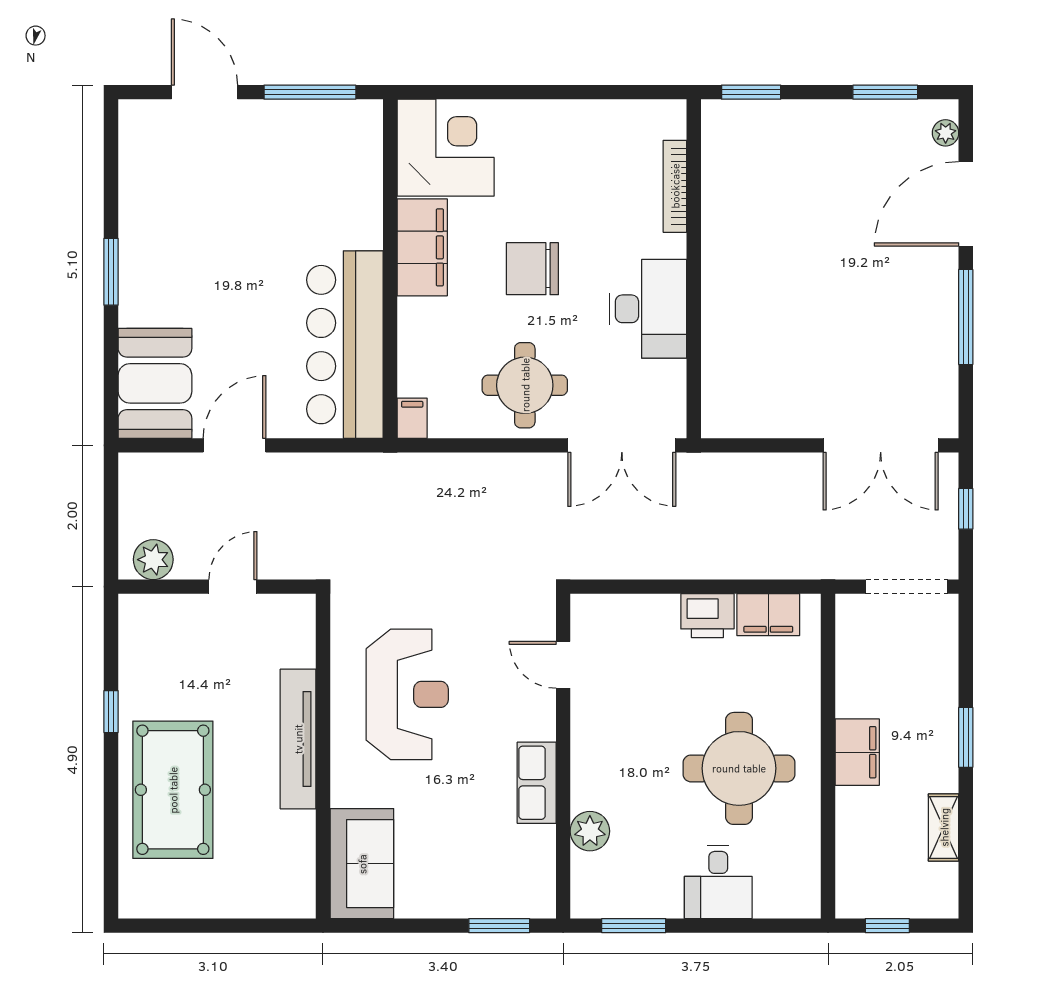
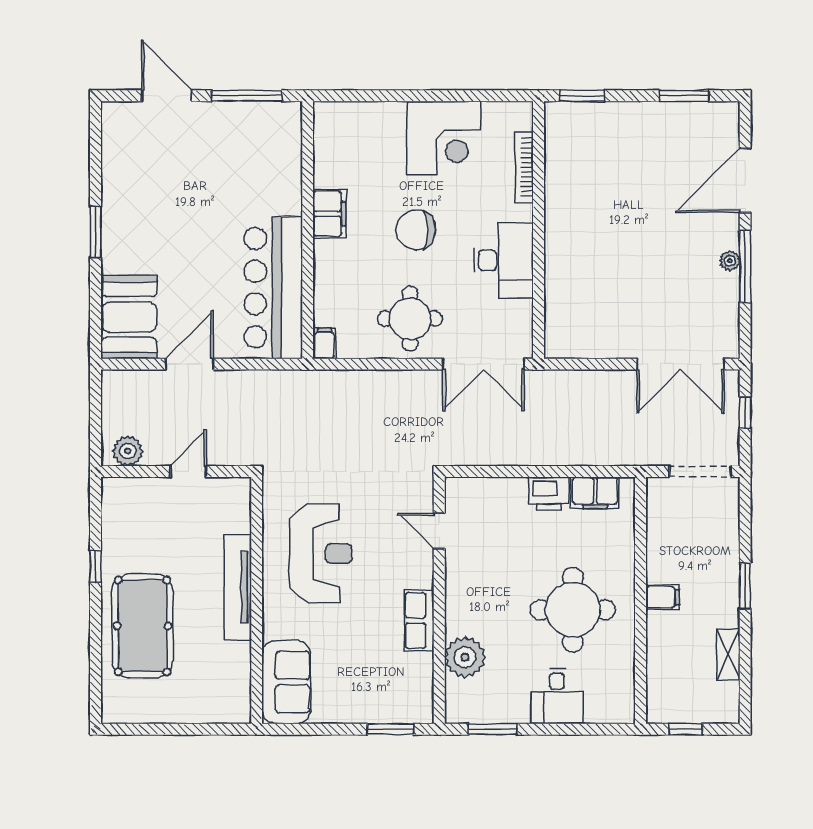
plant: (946, 133) -> (730, 261), moved
corner desk: (446, 148) -> (444, 138), moved, turned 90
filing cabinet: (422, 247) -> (329, 214), width x0.67, depth x0.86
filing cabinet: (857, 752) -> (663, 597), width x0.50
plant: (590, 831) -> (465, 657), width x1.36, depth x1.36

